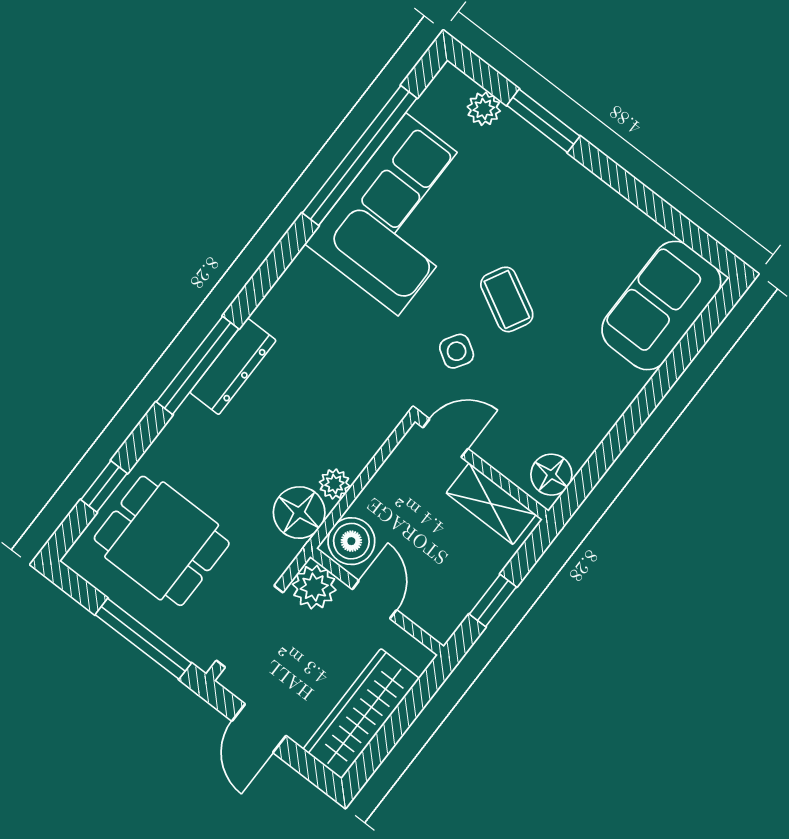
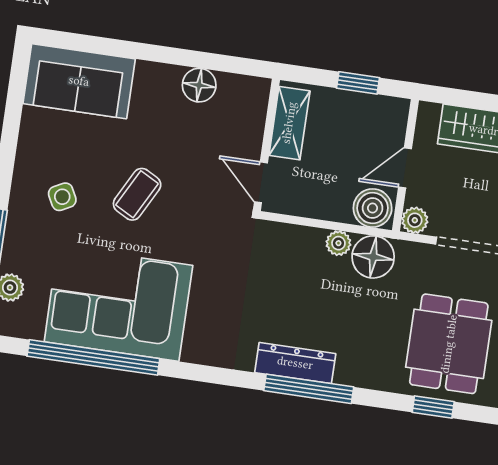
side table: (457, 351) -> (62, 197), moved, turned 31
floor lamp: (551, 475) -> (199, 85), moved
plant: (314, 587) -> (415, 220), width x0.73, depth x0.73

